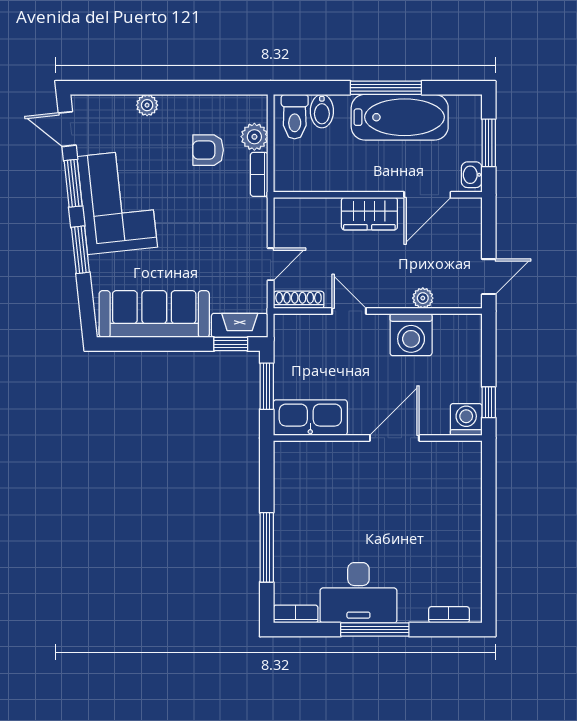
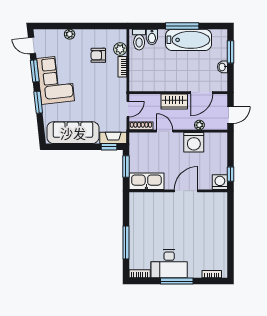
wall: (378, 195) -> (178, 93), moved
door: (427, 195) -> (202, 93), moved
wardrobe: (369, 214) -> (174, 101), moved

